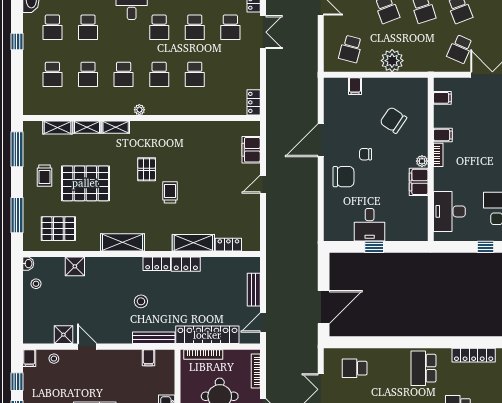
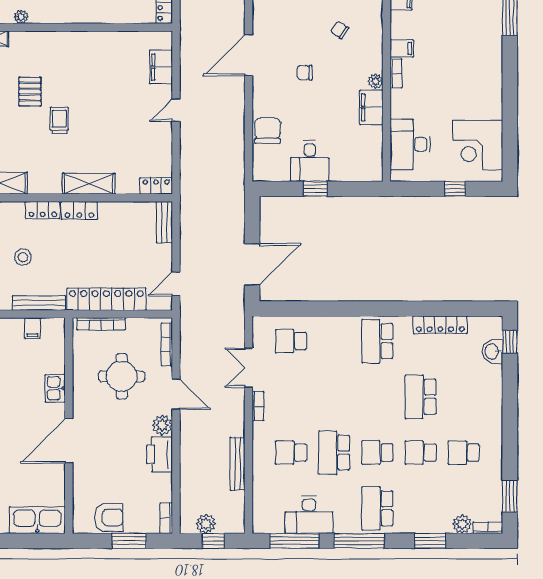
chair: (393, 120) -> (340, 30), width x0.54, depth x0.54
chair: (344, 177) -> (268, 131), moved, turned -90
locker: (228, 245) -> (156, 186), moved
bench: (254, 290) -> (164, 222), moved

